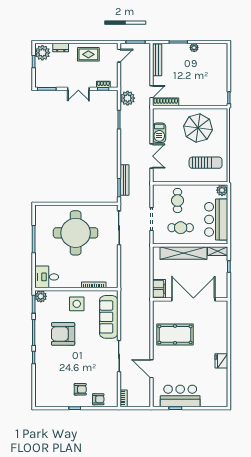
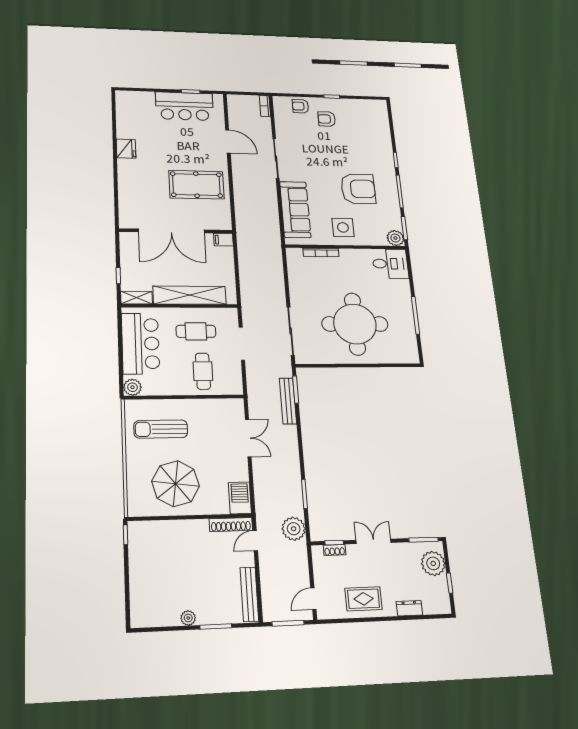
plant: (42, 53) -> (433, 563), moved
barbecue: (159, 133) -> (240, 498), moved
double door: (152, 156) -> (248, 438), swing flipped
filing cabinet: (159, 289) -> (223, 240), width x0.50

